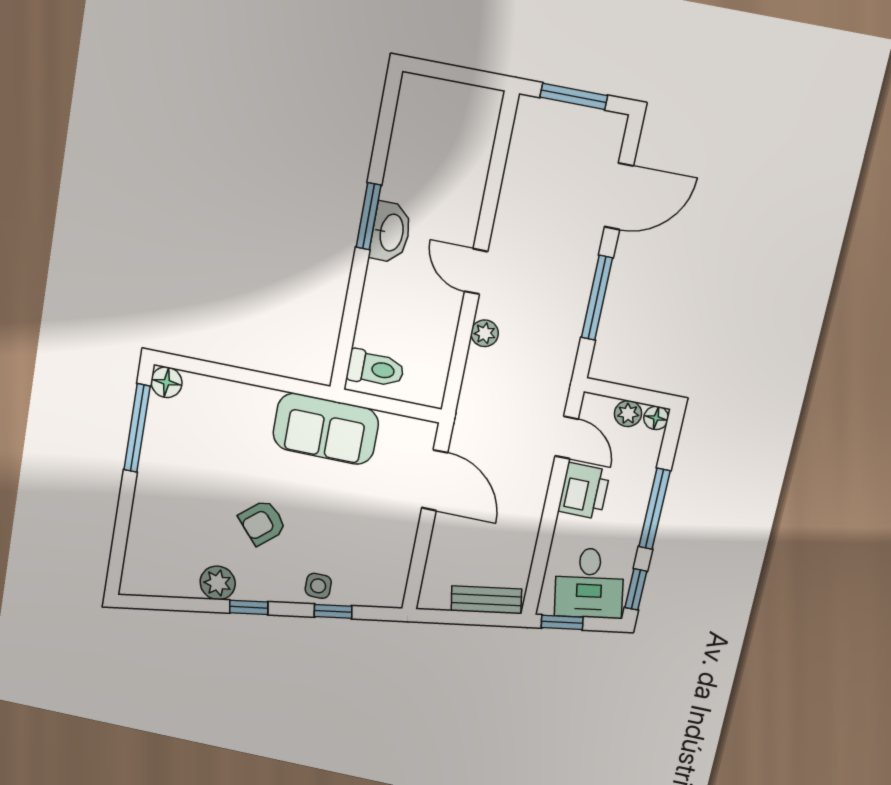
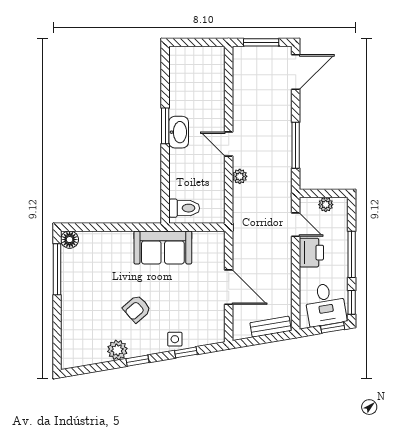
door: (619, 196) -> (296, 72), moved
floor lamp: (656, 418) -> (341, 204), removed
door: (435, 480) -> (229, 287), moved
window: (562, 622) -> (333, 328), moved

